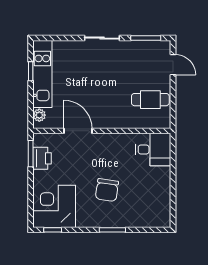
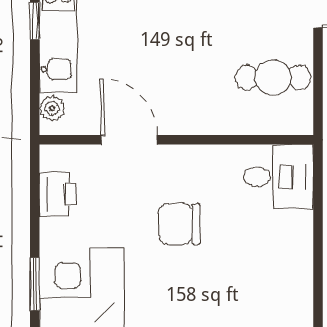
window: (31, 154) -> (35, 284), moved
chair: (107, 190) -> (179, 224), moved, turned 82

